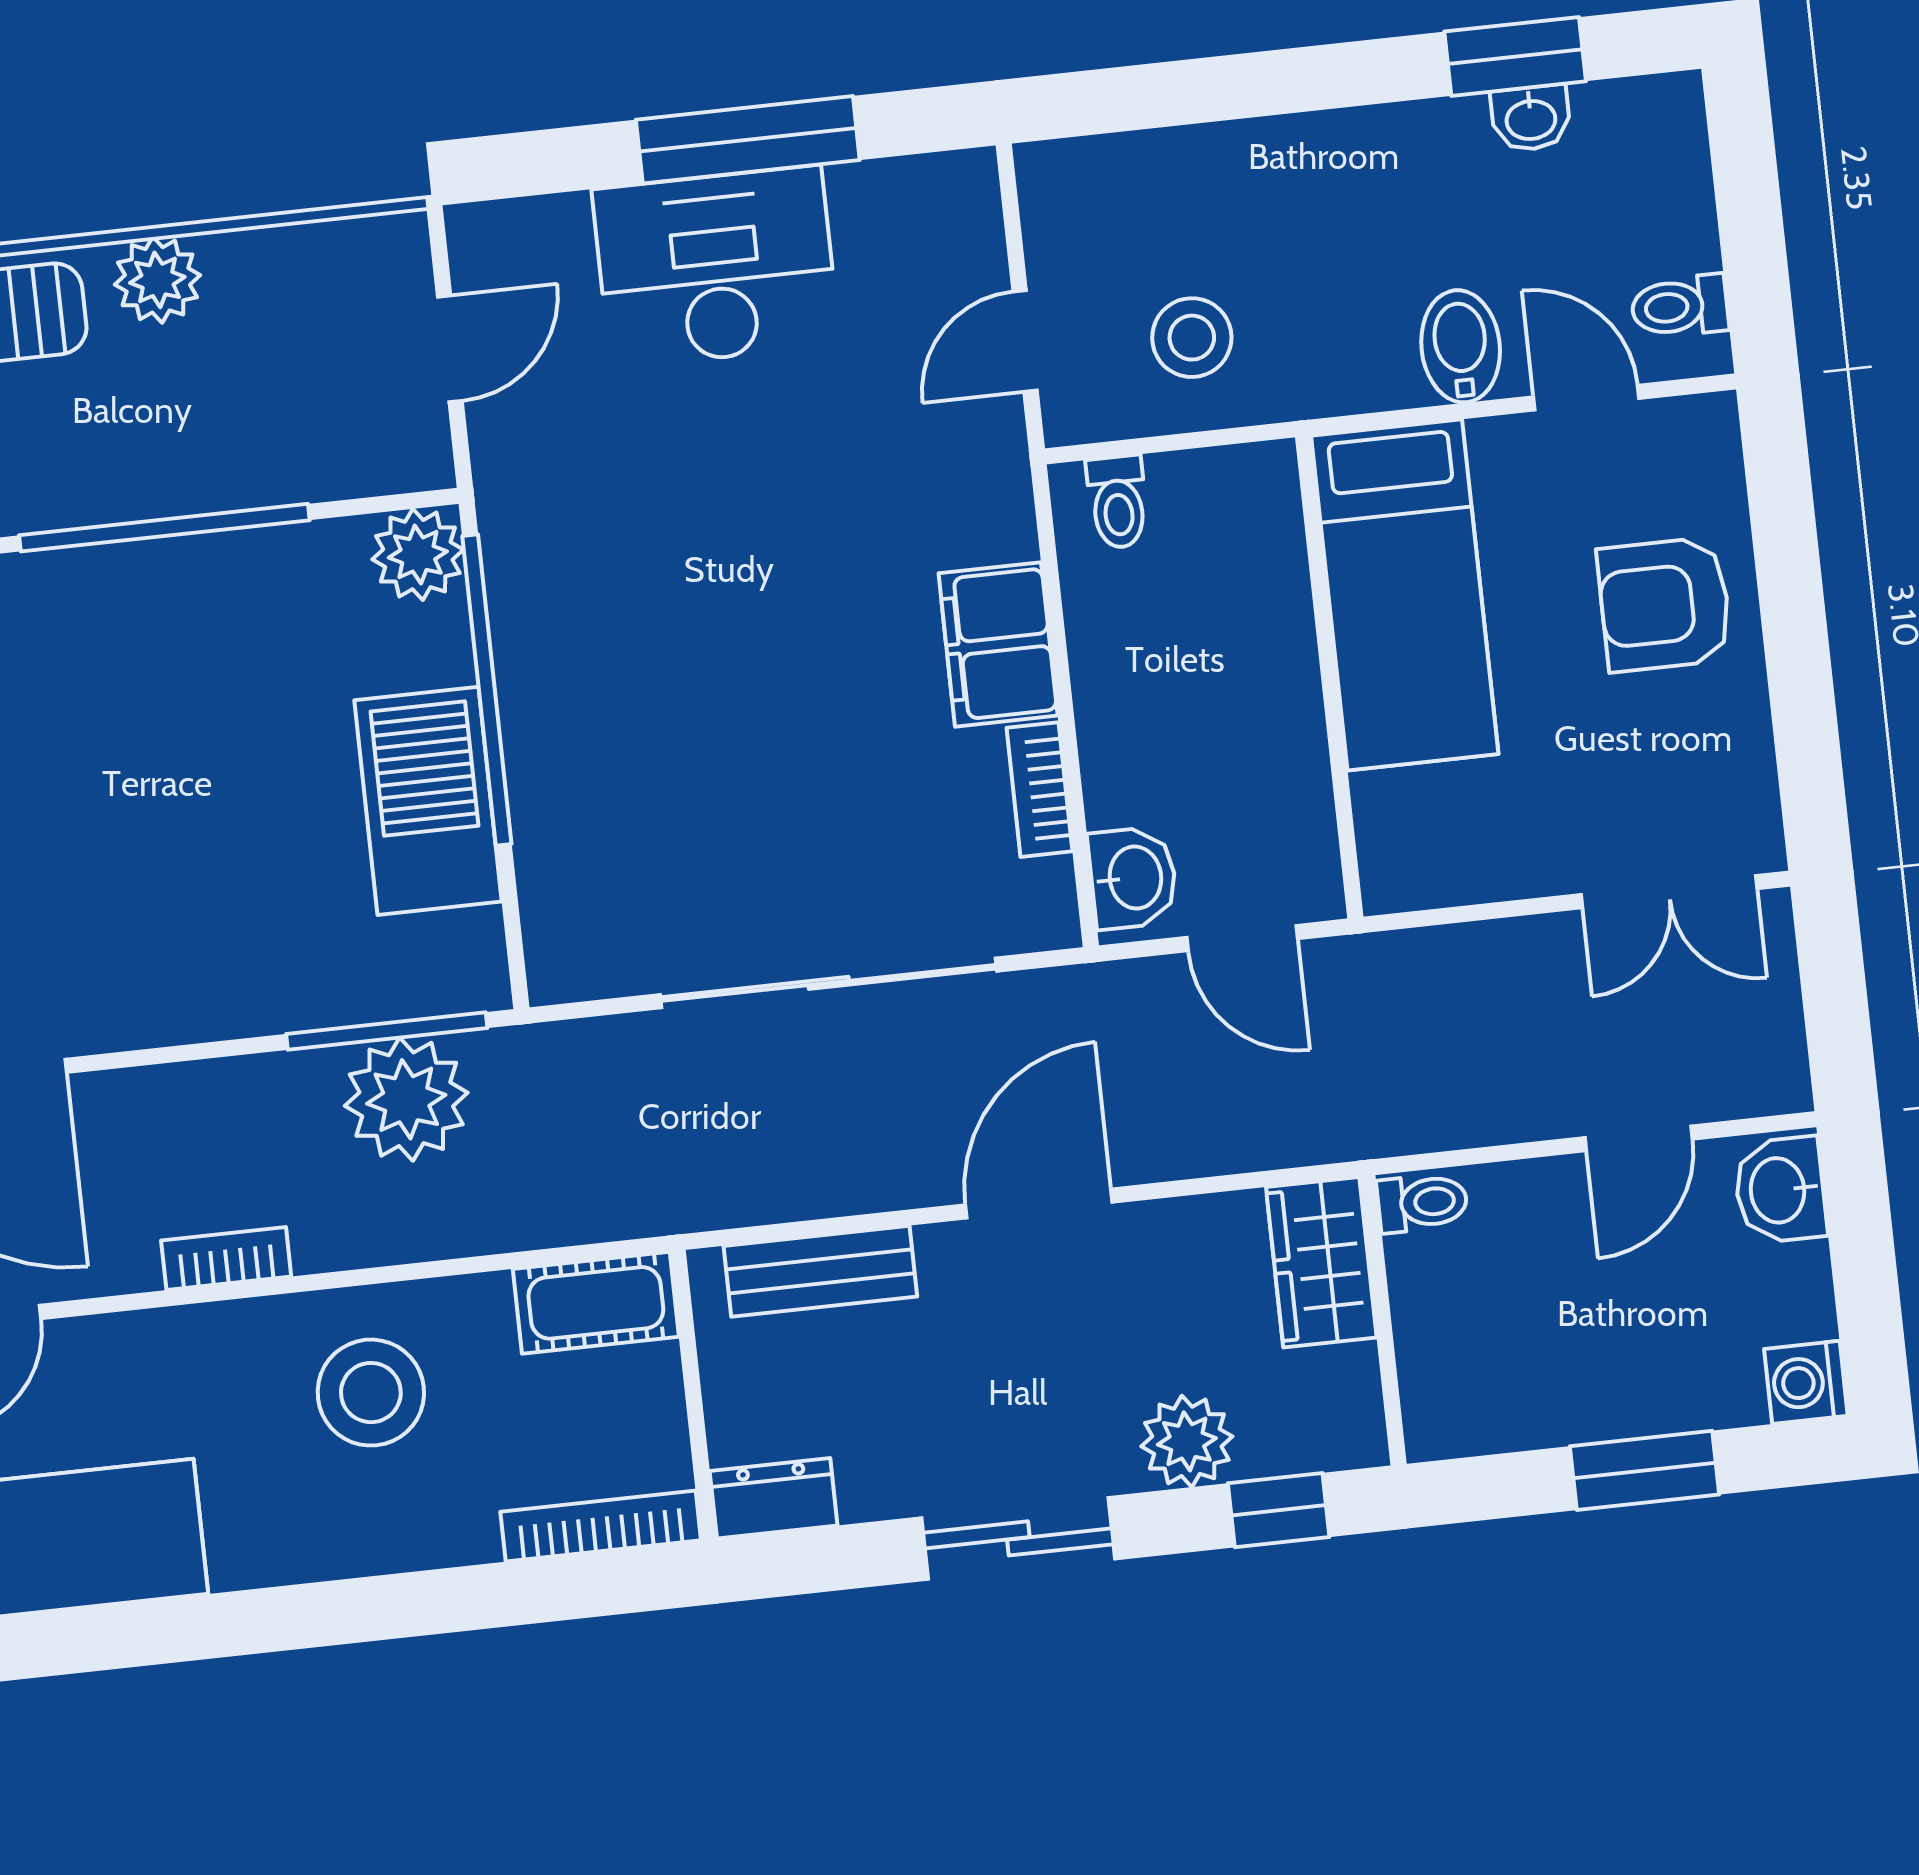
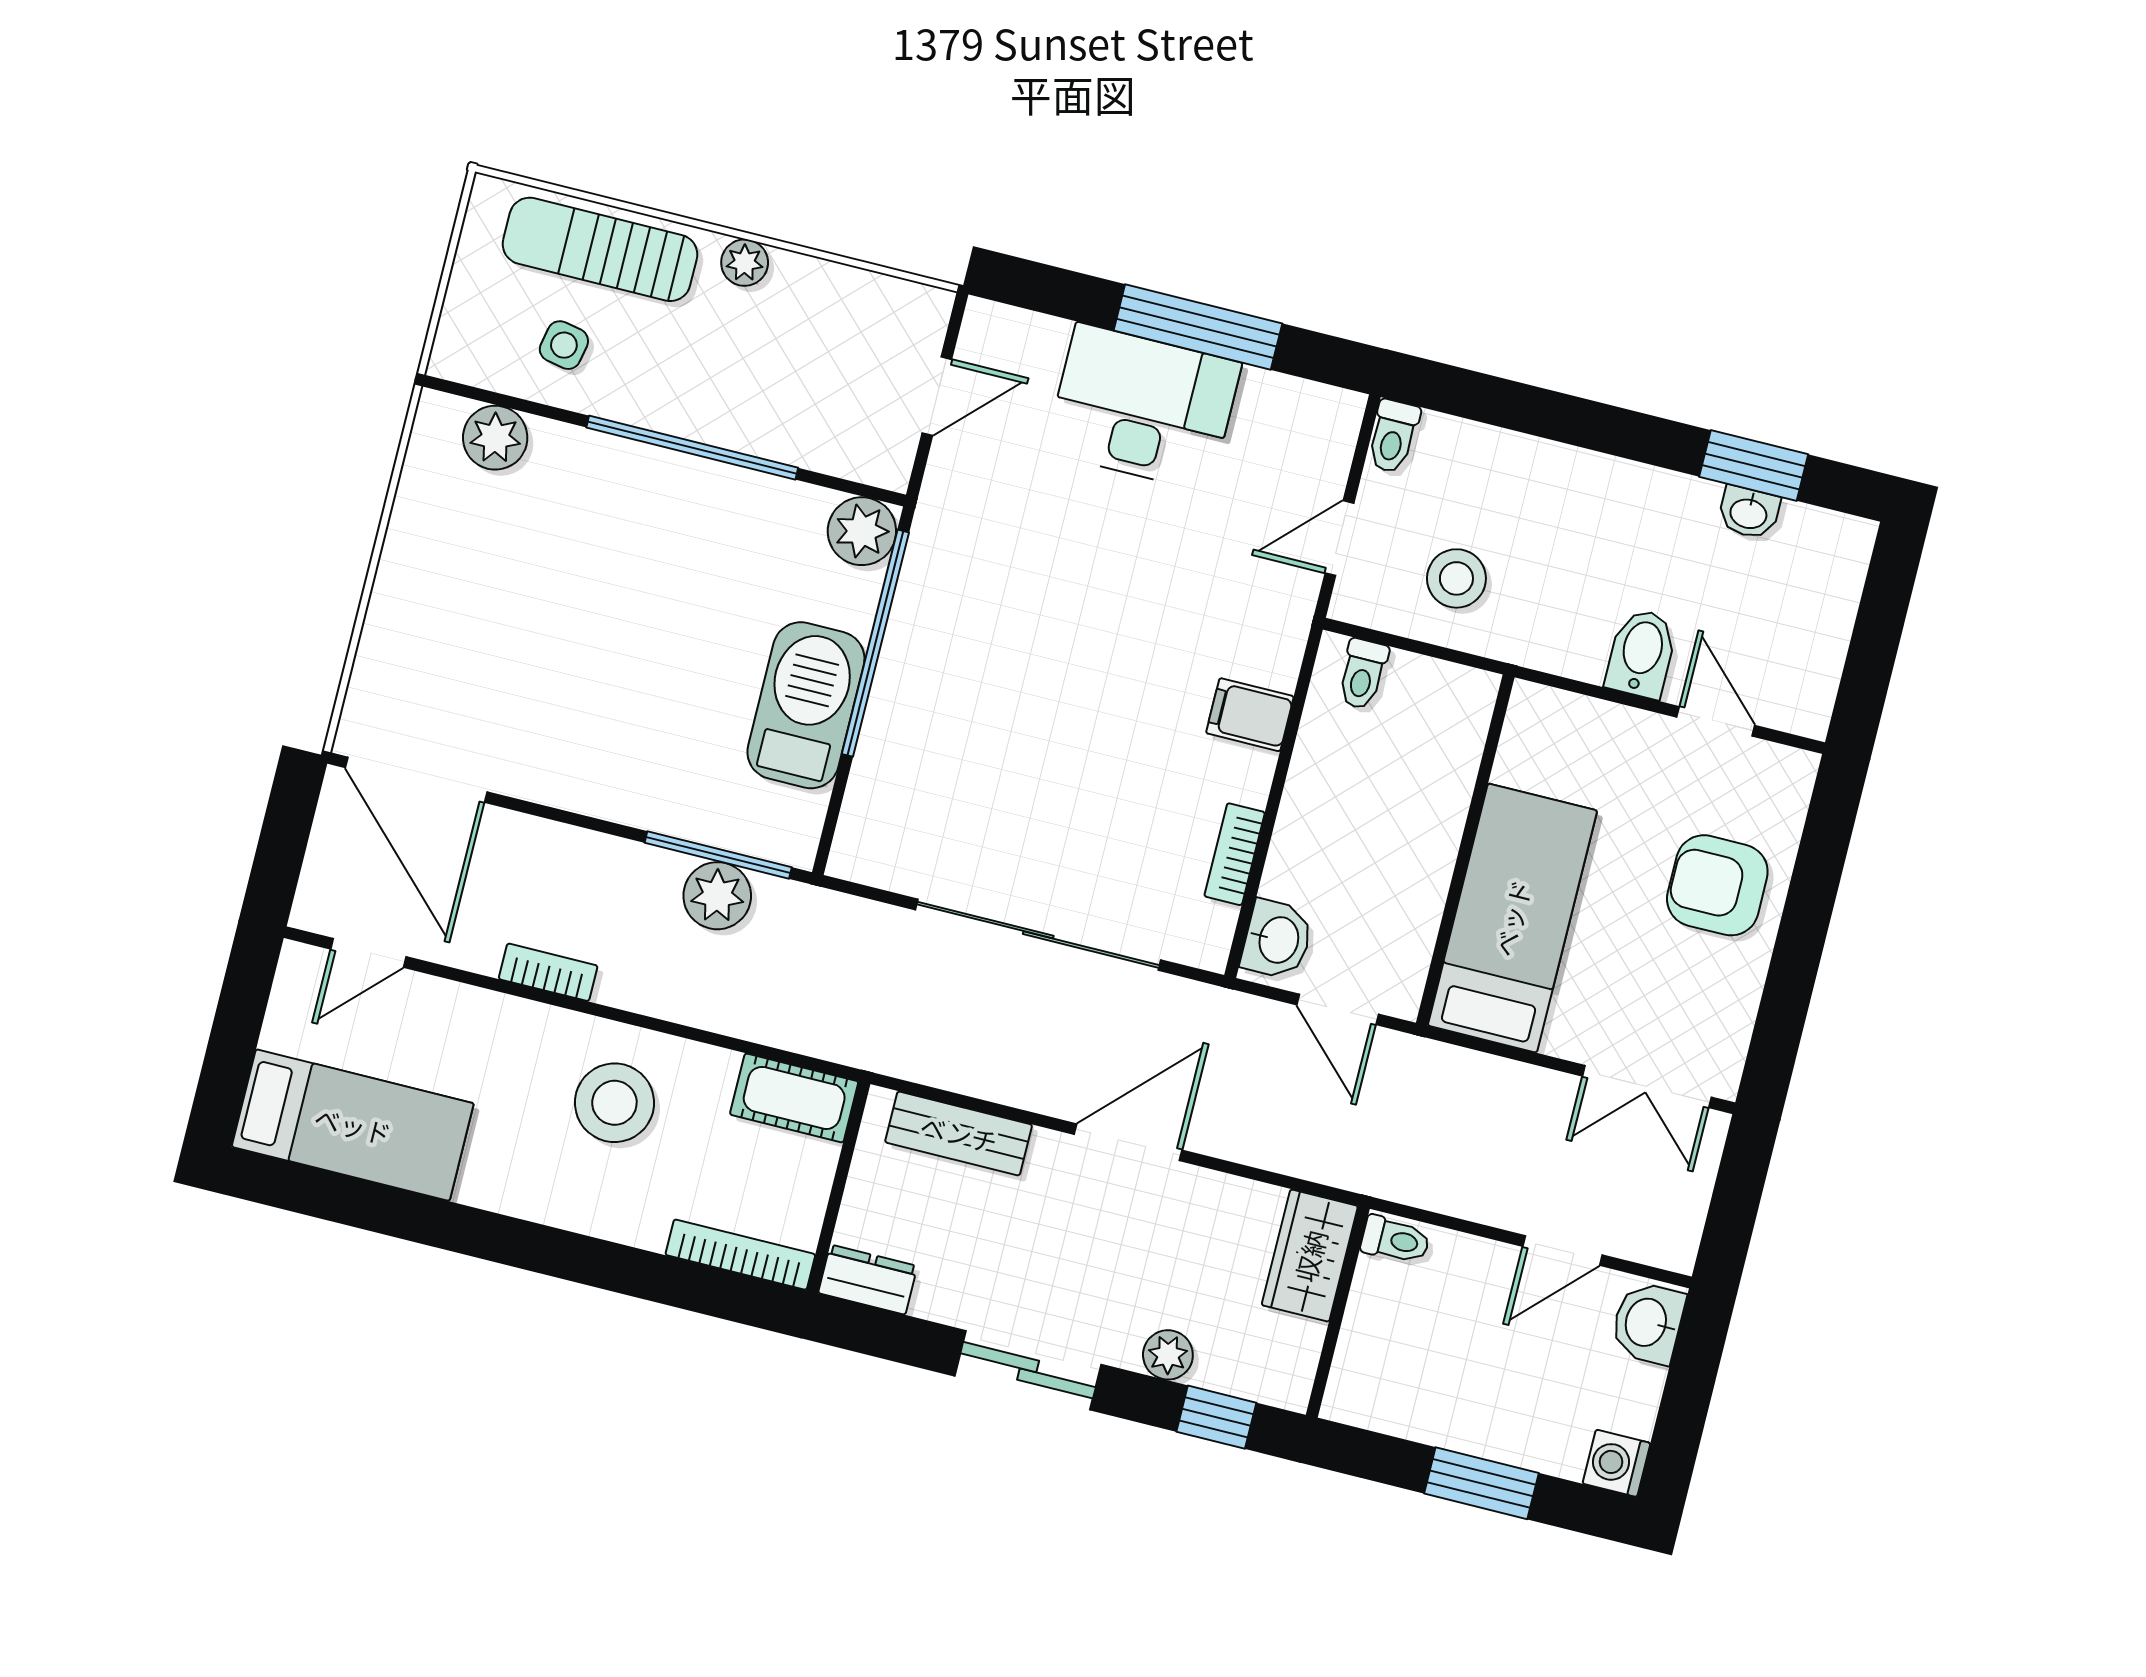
plant: (157, 280) -> (745, 263), width x0.73, depth x0.73
toilet: (1680, 306) -> (1393, 436), moved, turned -90
bed: (1405, 595) -> (1512, 918), moved, turned 180
filing cabinet: (998, 644) -> (1250, 715), width x0.50
plant: (406, 1099) -> (717, 896), width x0.73, depth x0.73
plant: (1187, 1441) -> (1168, 1355), width x0.73, depth x0.73

